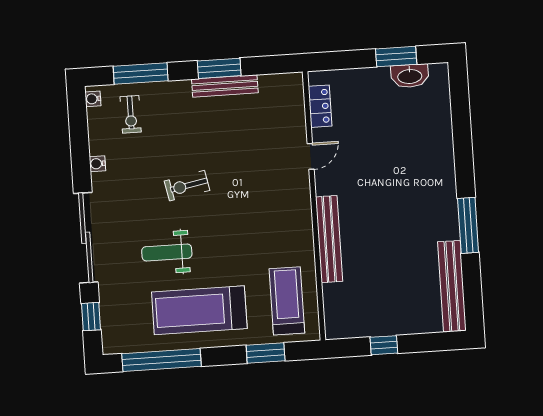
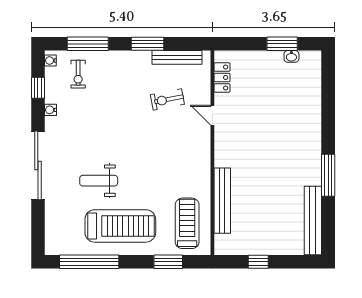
washbasin: (410, 76) -> (291, 56), width x0.52, depth x0.69
bench: (225, 86) -> (177, 57), moved
door: (311, 156) -> (212, 115), swing flipped
exercise bike: (187, 186) -> (167, 99), moved
bench: (329, 239) -> (222, 201), moved
treadmill: (199, 310) -> (120, 226), turned 180
window: (91, 317) -> (38, 88), moved

